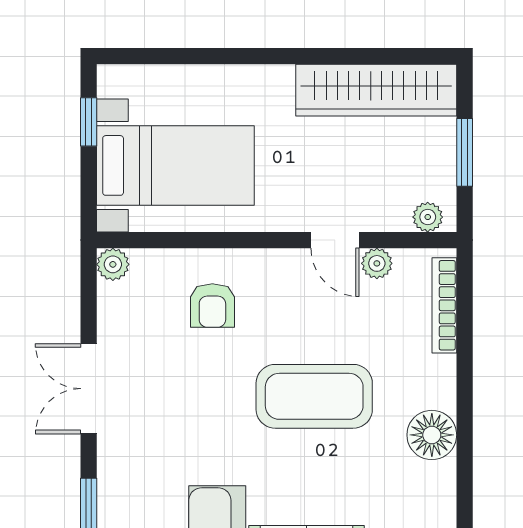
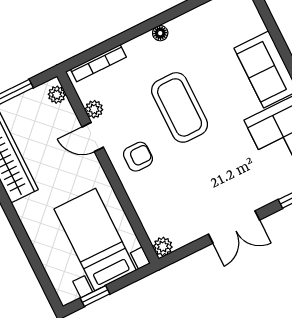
door: (335, 240) -> (93, 137), swing flipped
armchair: (212, 306) -> (138, 157), moved
floor lamp: (432, 435) -> (160, 33), width x0.53, depth x0.53

